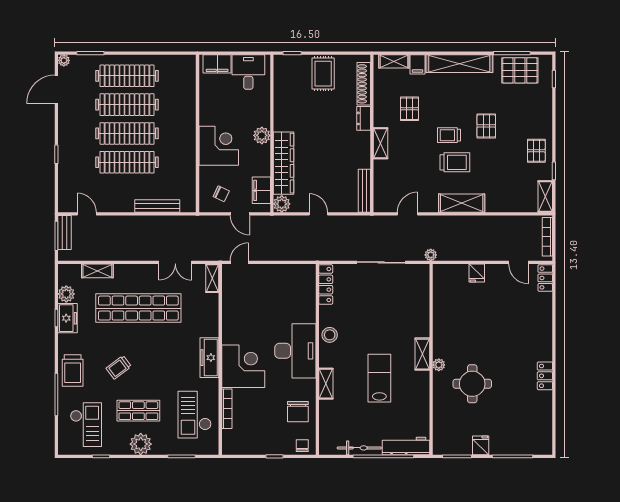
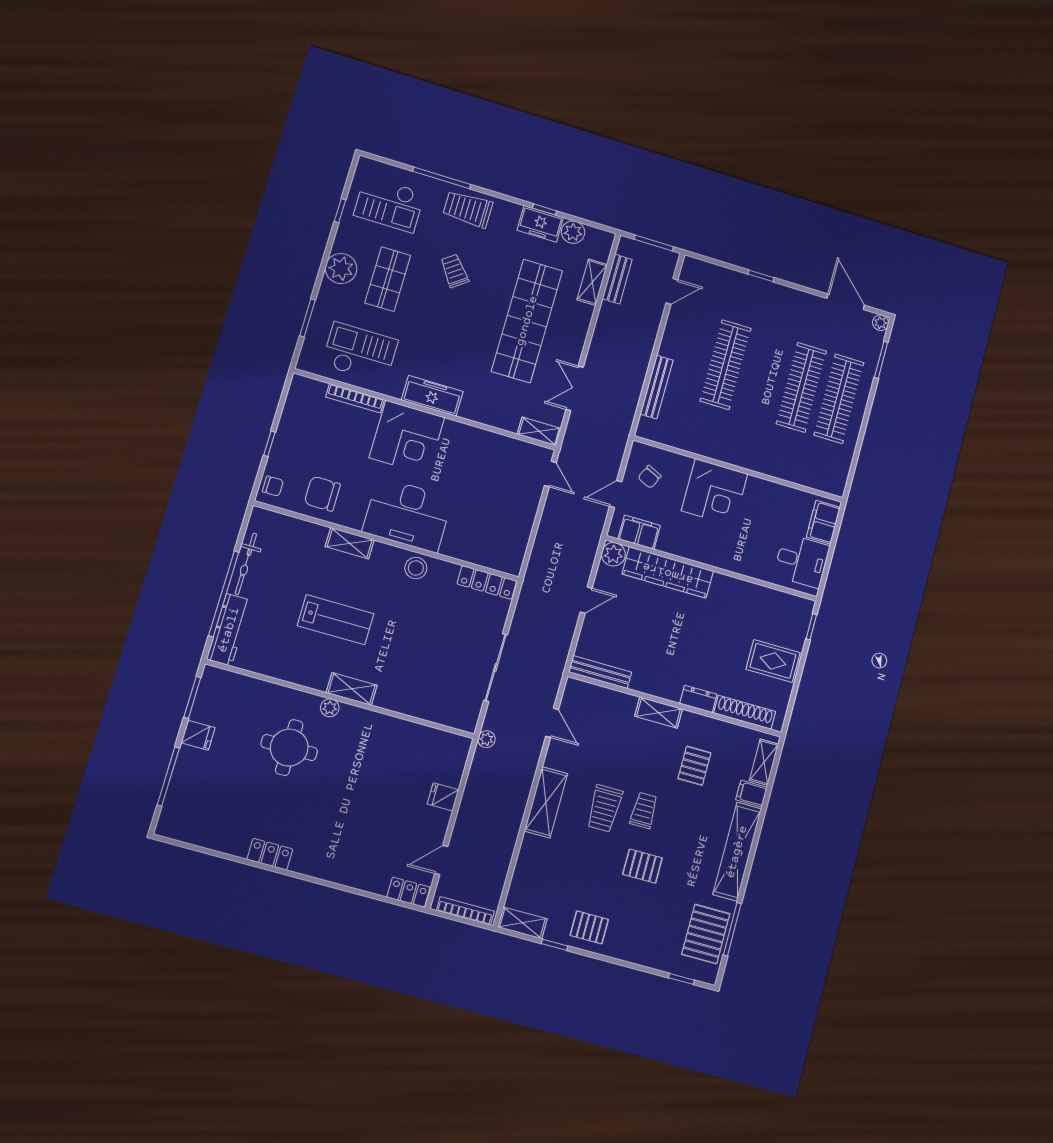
pallet: (409, 109) -> (694, 766), turned 90
clothes rail: (127, 133) -> (764, 376), removed
plant: (262, 135) -> (713, 554), removed
bench: (65, 233) -> (617, 279), moved, turned 90

